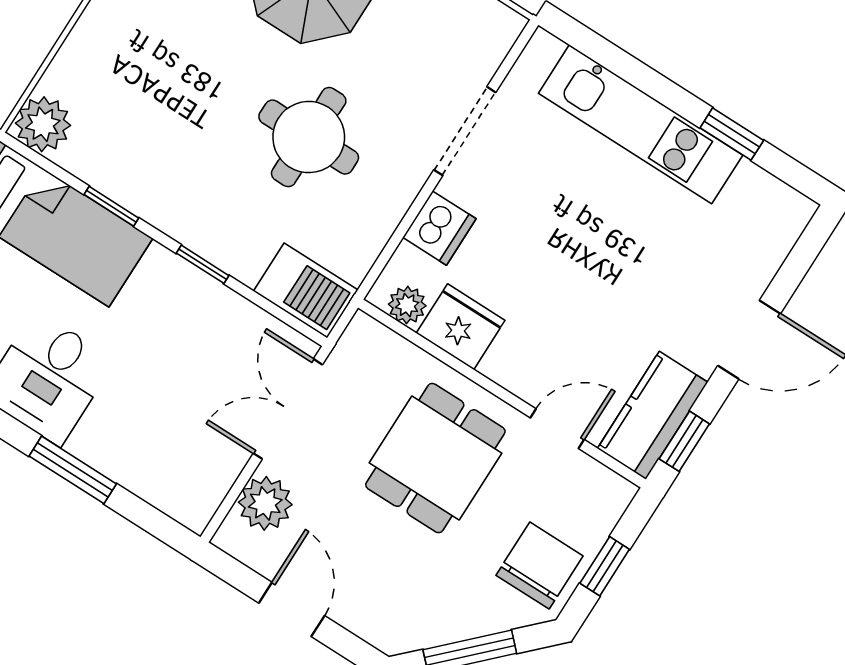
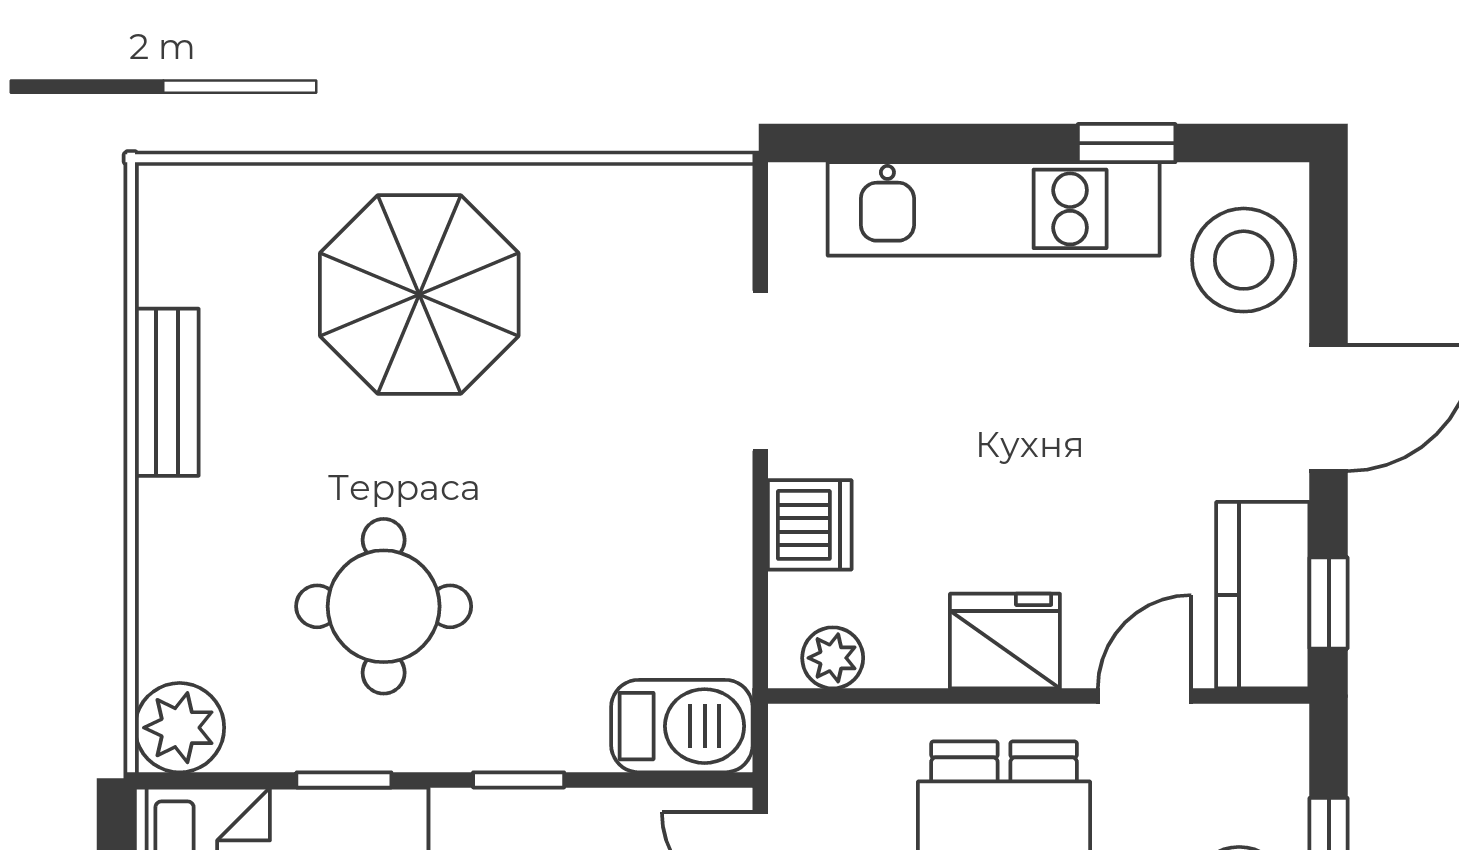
round table: (309, 137) -> (384, 606), moved
stool: (754, 234) -> (1244, 260), added
fridge: (461, 327) -> (1005, 641), moved

